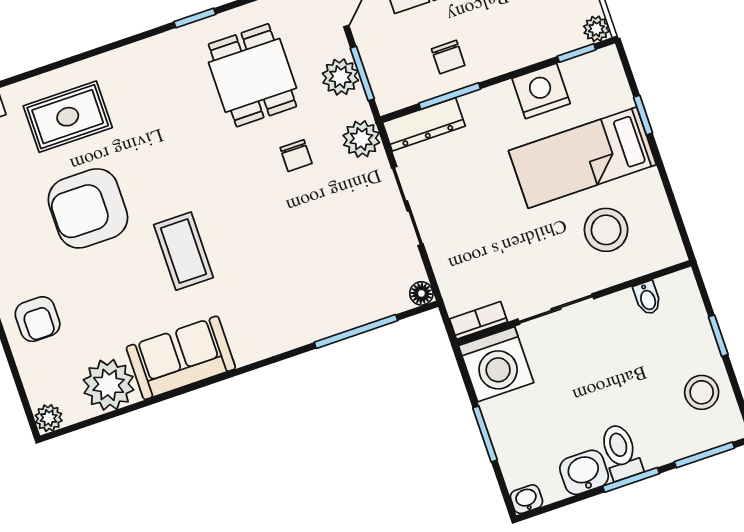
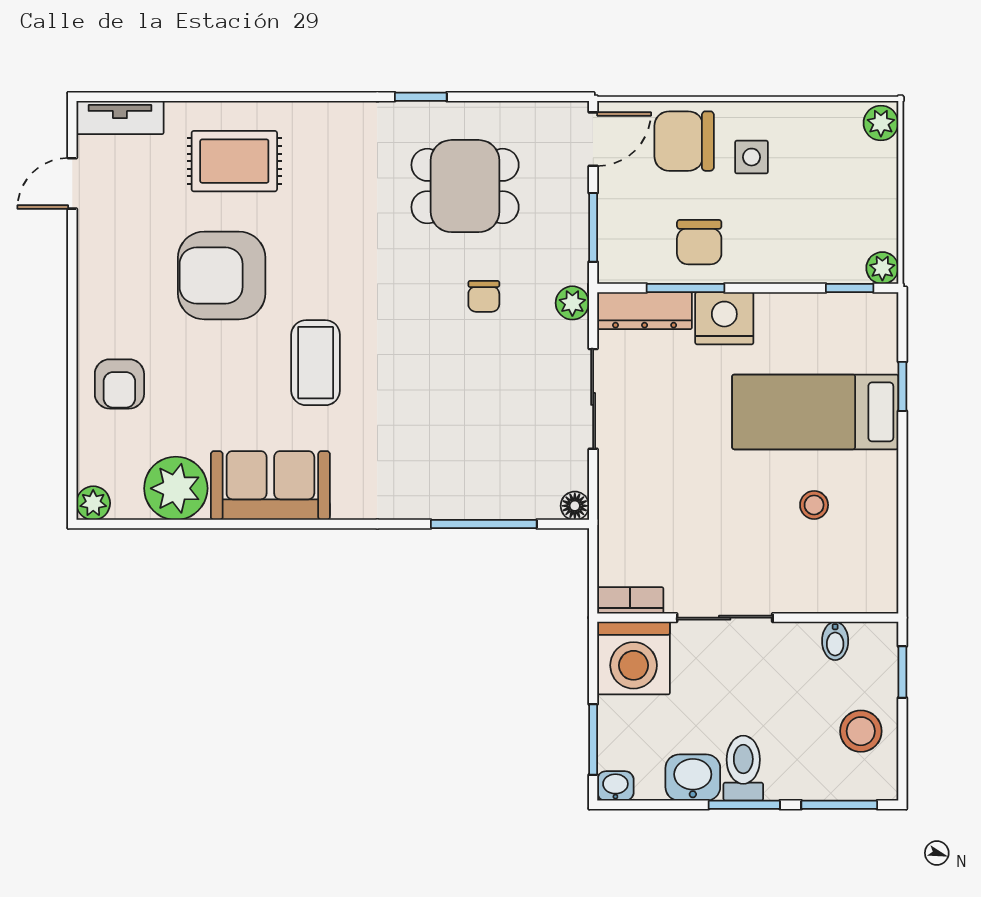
chair: (448, 57) -> (699, 242), width x1.37, depth x1.37
dining table: (252, 75) -> (465, 186), turned 90
plant: (340, 77) -> (566, 223), removed
nightstand: (541, 91) -> (724, 318), moved
plant: (361, 139) -> (572, 303), width x0.73, depth x0.73
stool: (606, 230) -> (814, 505), width x0.53, depth x0.53
bidet: (647, 298) -> (835, 641), moved
wall: (574, 303) -> (748, 618), moved
sliding door: (556, 309) -> (725, 618), moved
bookcase: (478, 320) -> (630, 600), moved
washing machine: (496, 364) -> (634, 658), moved
window: (485, 434) -> (593, 740), moved

